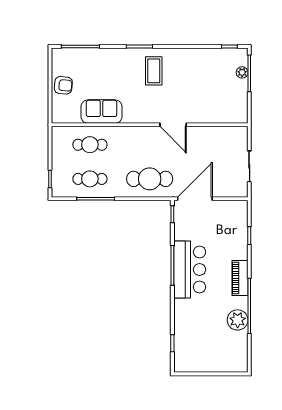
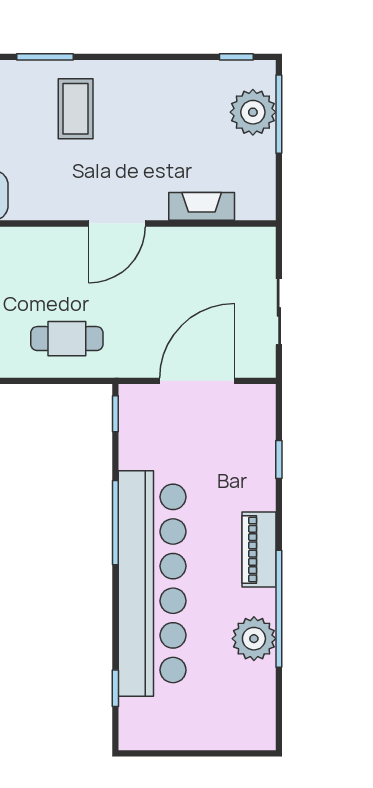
plant: (242, 72) -> (253, 112), width x1.88, depth x1.88
fireplace: (213, 117) -> (202, 206), added
door: (173, 125) -> (117, 223), hinge flipped
cafe table: (150, 179) -> (67, 339), width x0.73, depth x0.74
door: (195, 199) -> (197, 381), moved
bar counter: (190, 269) -> (152, 583), width x1.86

